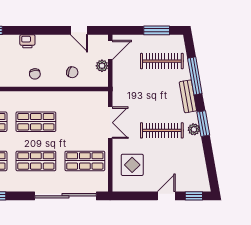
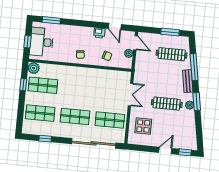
printer: (27, 41) -> (99, 33), moved
door: (110, 50) -> (136, 43), hinge flipped
shop shelf: (36, 122) -> (78, 89), removed

